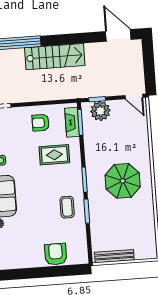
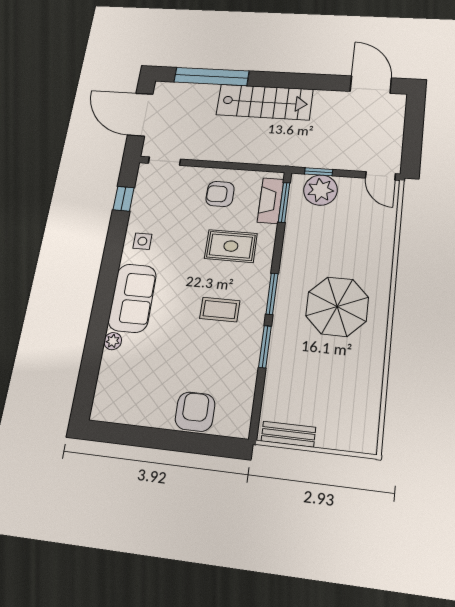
coffee table: (67, 207) -> (220, 310), moved, turned 90
bench: (114, 256) -> (288, 434), width x0.73

